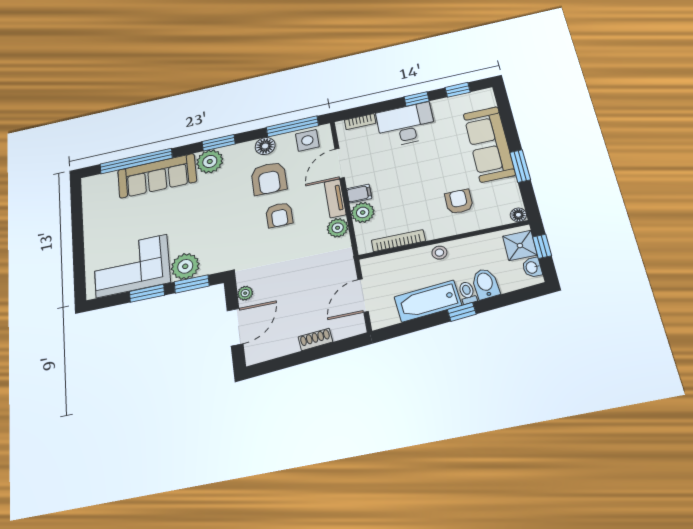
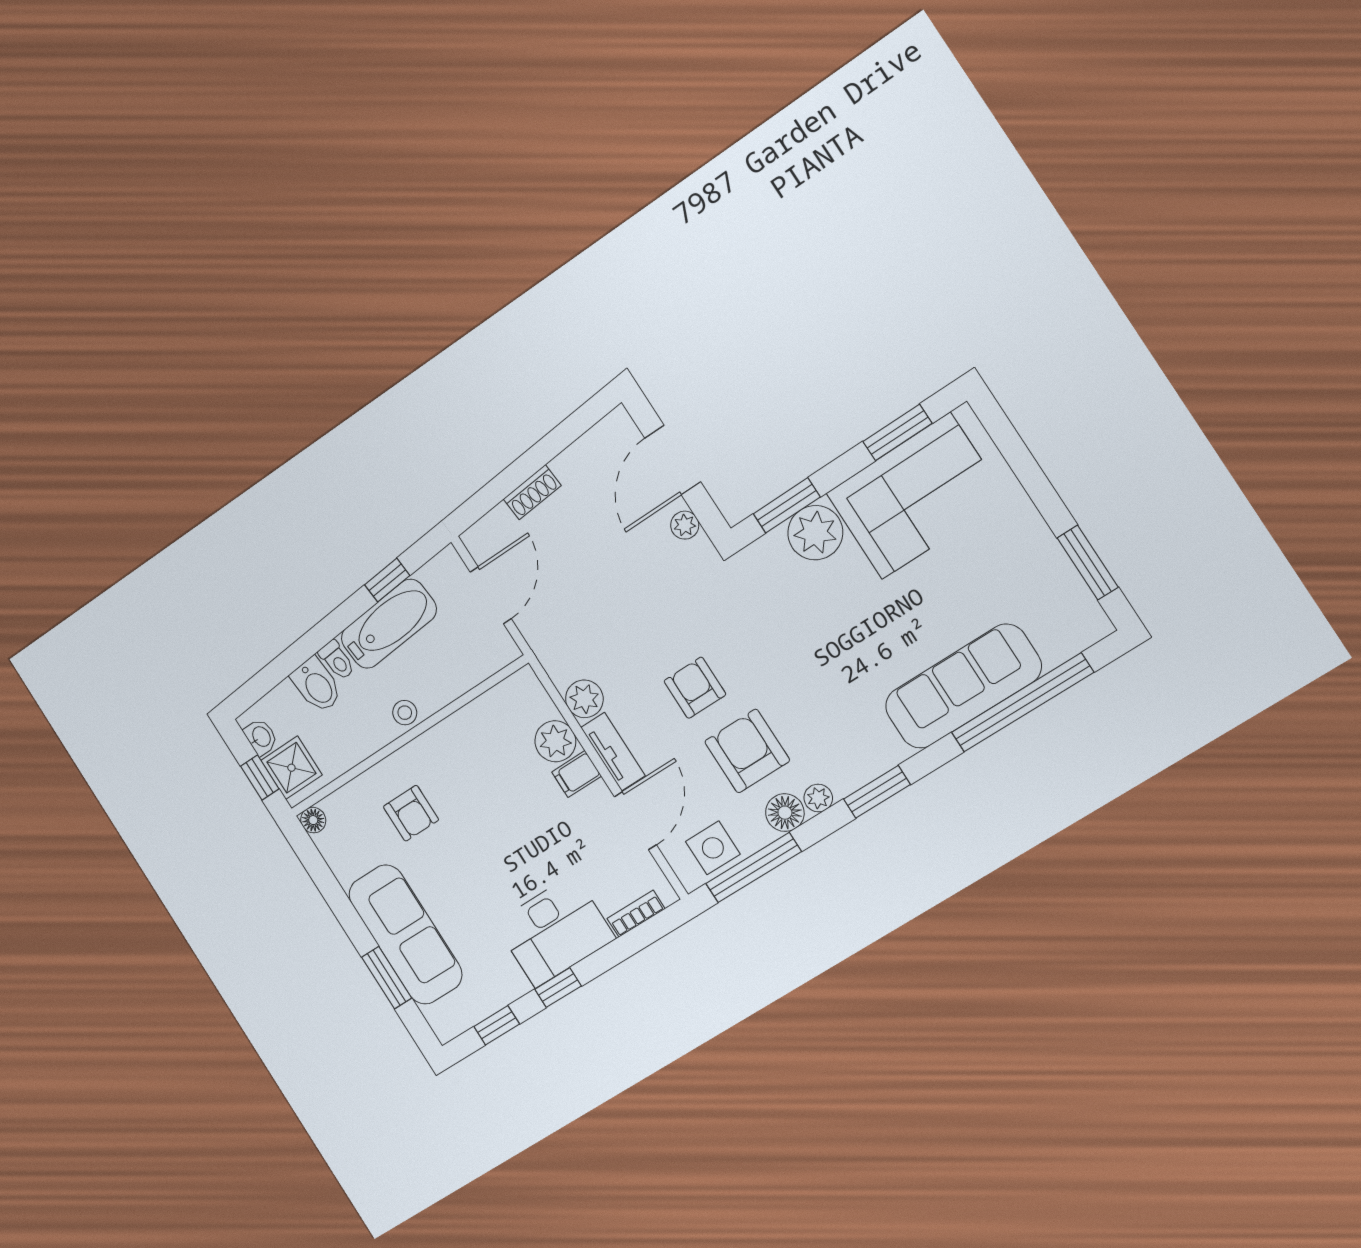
plant: (210, 161) -> (818, 798), moved, width x0.53, depth x0.53
window: (520, 166) -> (387, 978), moved
window: (77, 210) -> (1088, 563), added
bookcase: (398, 241) -> (477, 711), removed
window: (147, 293) -> (897, 432), moved
window: (462, 312) -> (387, 580), moved

